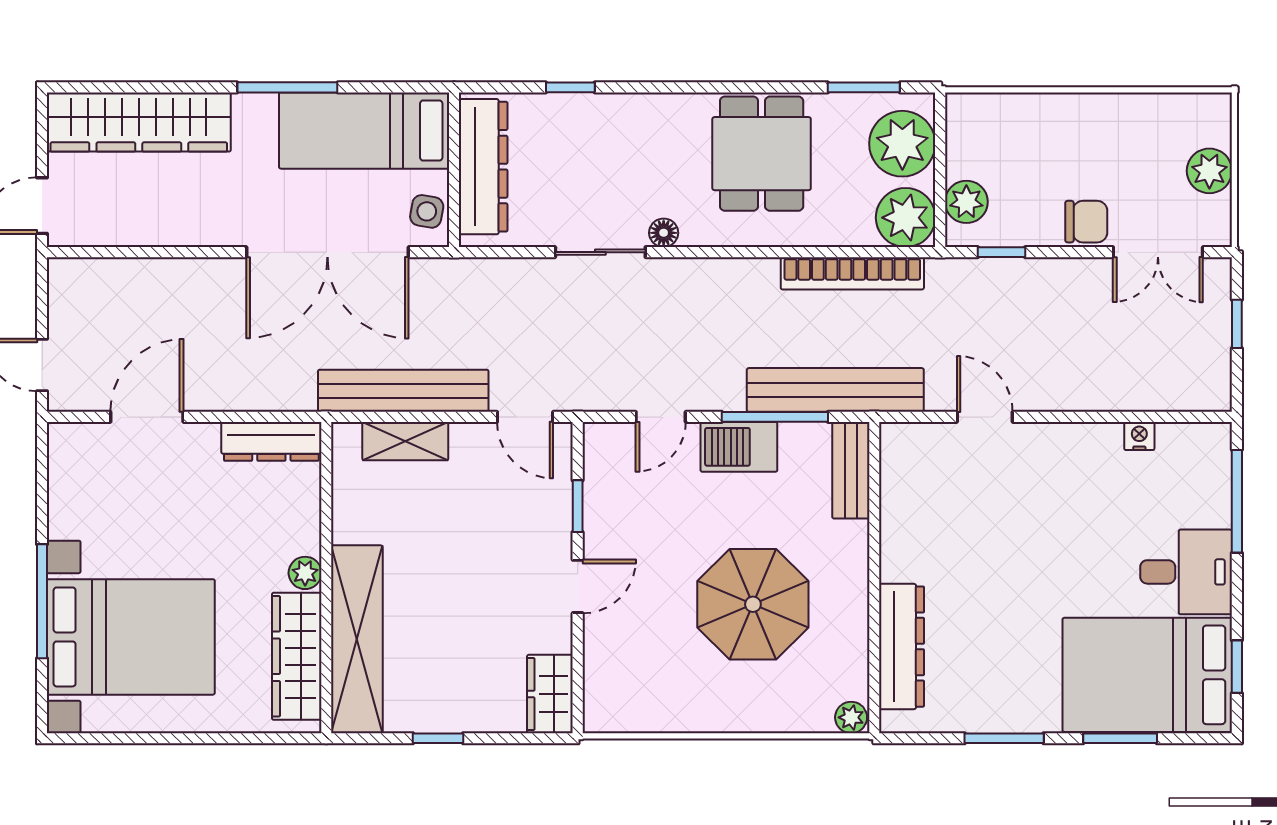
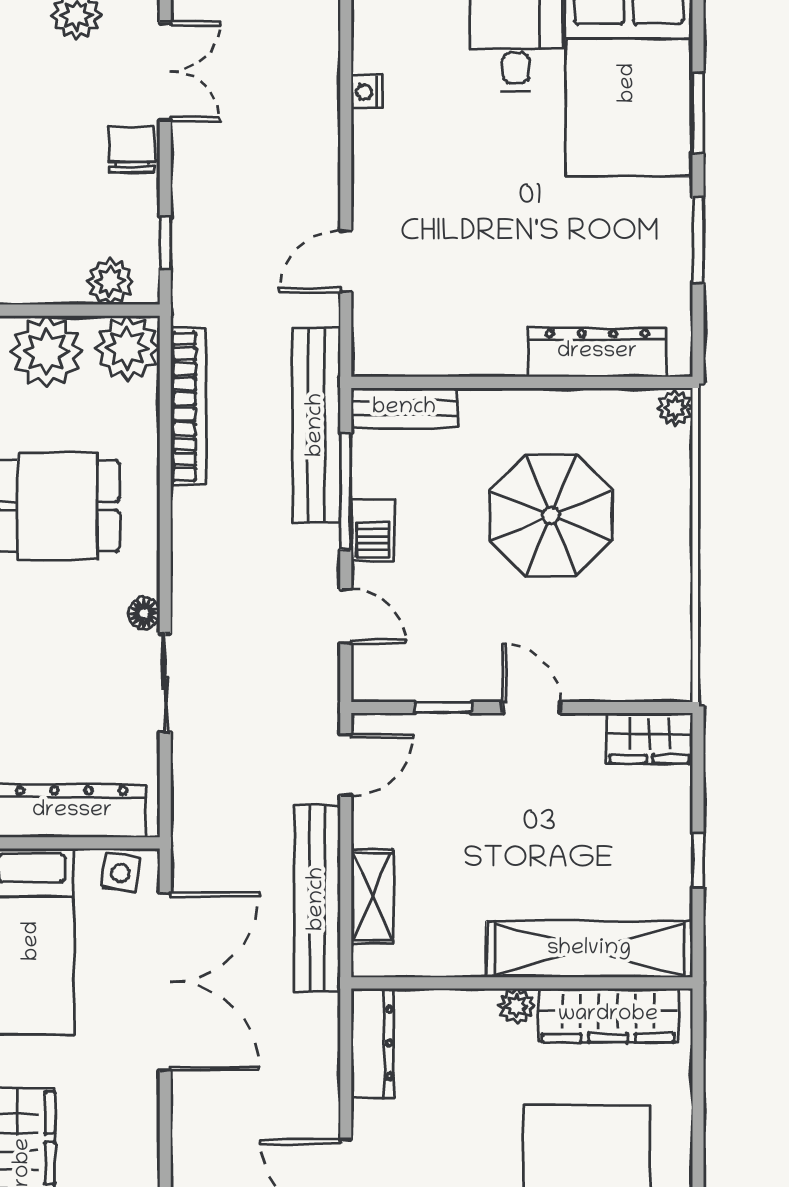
barbecue: (739, 447) -> (373, 531), width x0.73, depth x0.79

